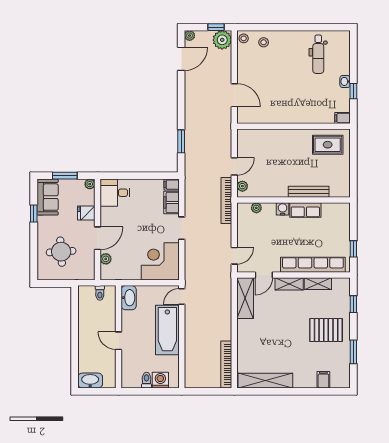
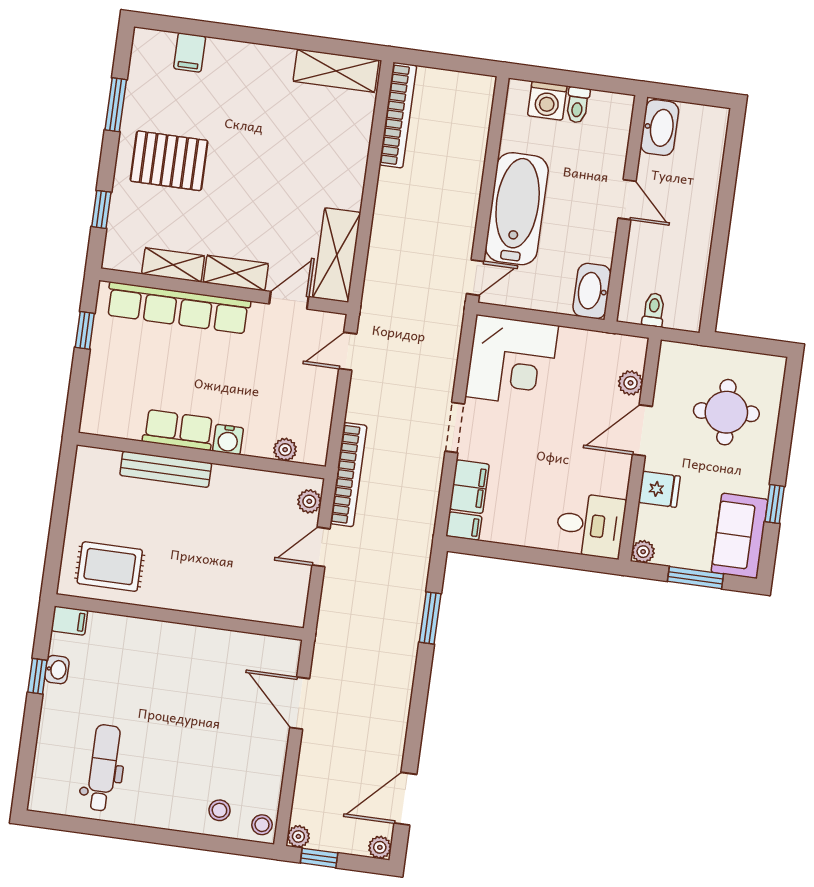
plant: (222, 40) -> (298, 836), width x0.53, depth x0.53
washbasin: (345, 81) -> (57, 670), moved
washbasin: (90, 380) -> (660, 128), moved, turned -90
shelving: (265, 381) -> (336, 71), width x0.68

